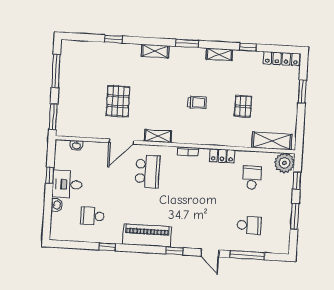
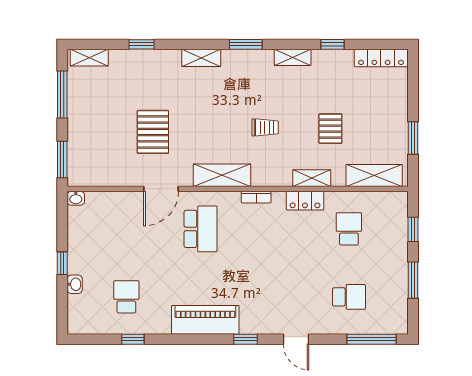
shelving: (76, 46) -> (89, 58), added
window: (302, 91) -> (413, 138), moved
shelving: (158, 136) -> (222, 175), width x1.50, depth x1.33
shelving: (228, 140) -> (312, 178), added
washbasin: (76, 145) -> (76, 198), moved
plant: (284, 163) -> (394, 205), removed
window: (50, 175) -> (62, 263), moved
desk: (67, 184) -> (88, 254), removed
school desk: (92, 216) -> (126, 297), turned 90
window: (107, 247) -> (133, 339), moved
window: (247, 255) -> (372, 339), moved

